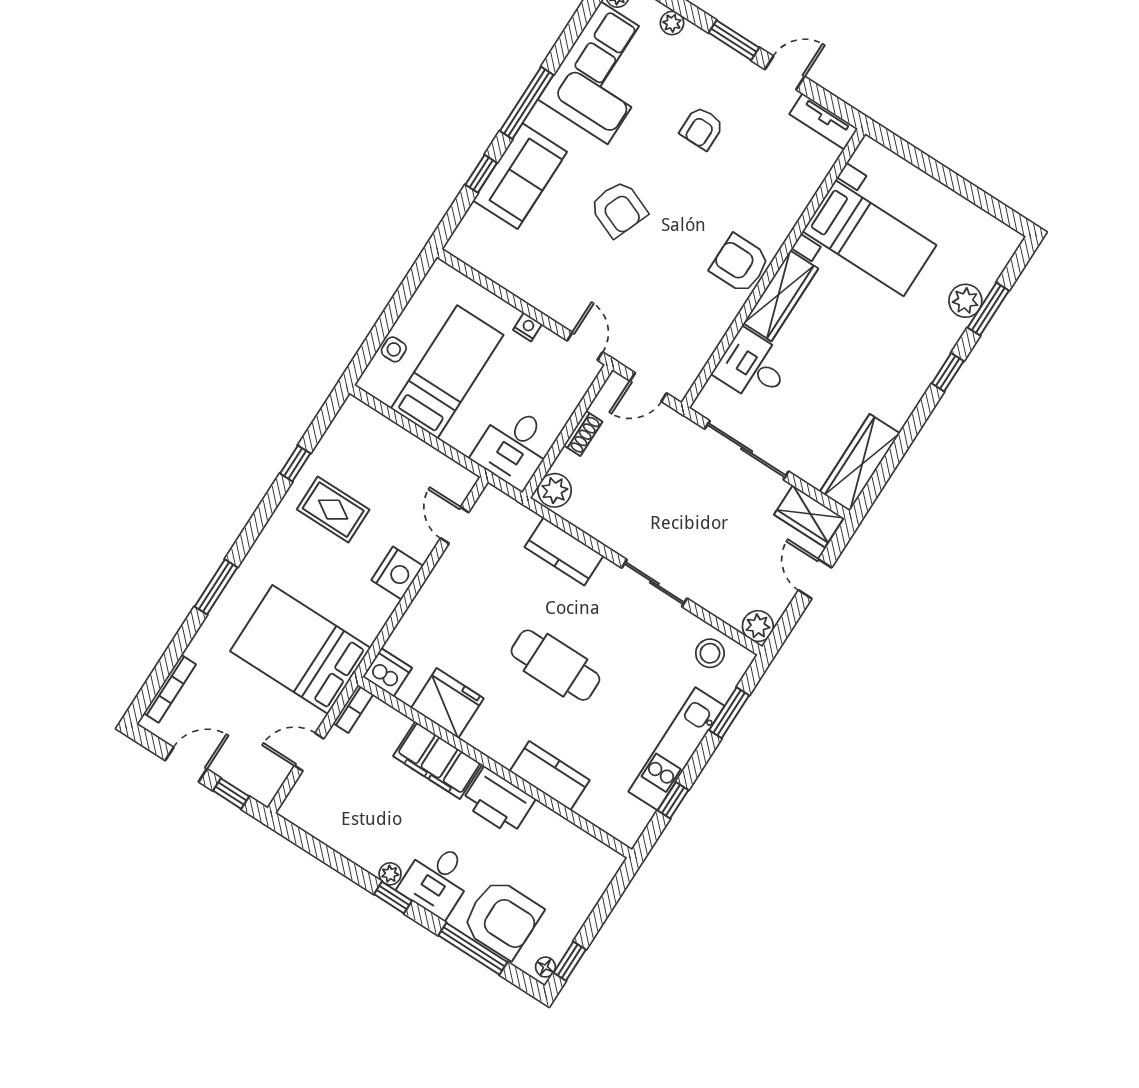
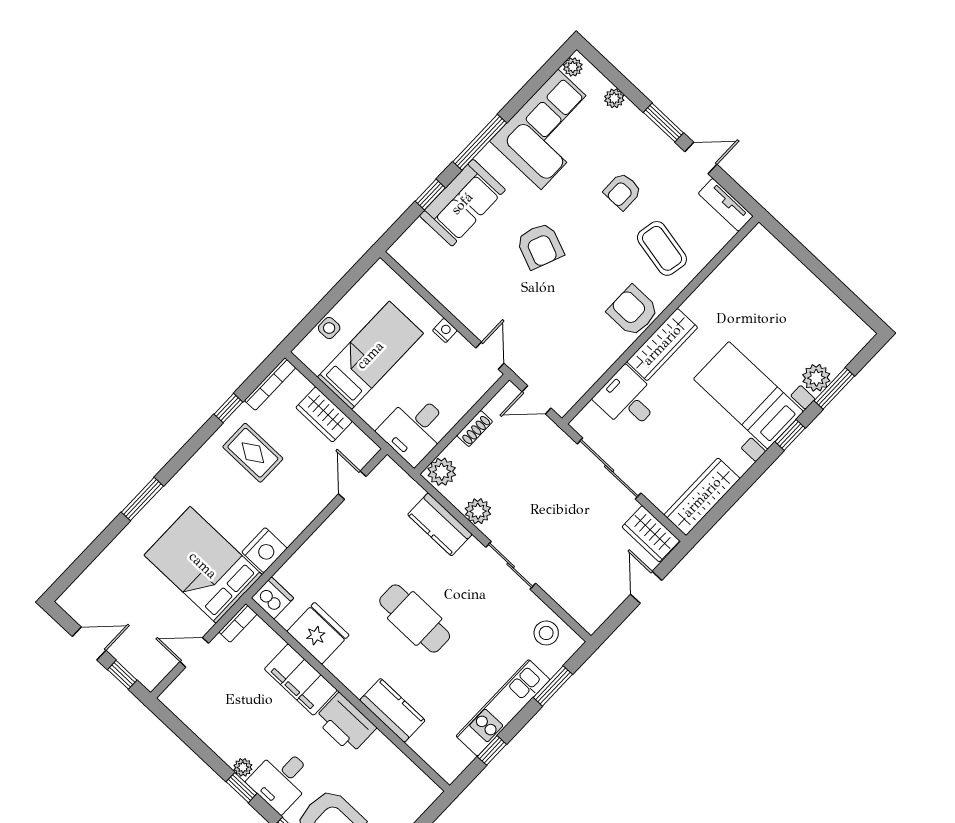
coffee table: (760, 185) -> (662, 248), added
bed with nightstands: (869, 238) -> (748, 395), moved, turned 180
wardrobe: (407, 450) -> (324, 414), added
nightstand: (397, 573) -> (264, 550), moved
plant: (758, 626) -> (478, 511), moved
bookcase: (170, 689) -> (270, 384), moved

